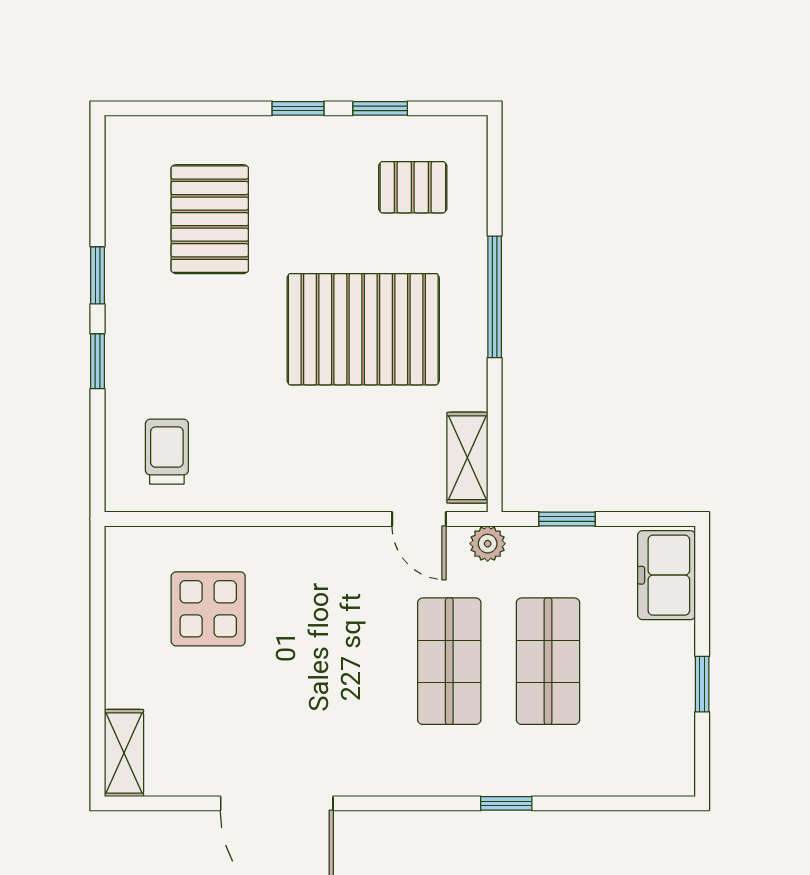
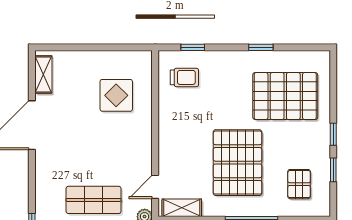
pallet: (210, 219) -> (285, 96), width x1.37, depth x1.41
window: (98, 361) -> (193, 47), moved
shelving: (124, 753) -> (43, 74), moved, turned 90

